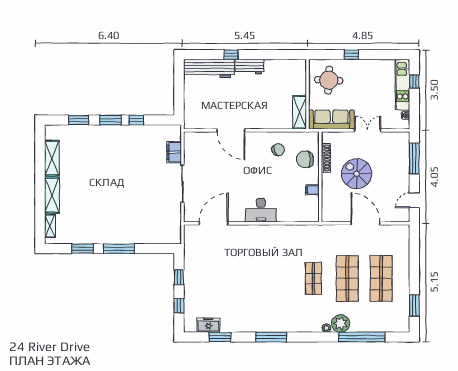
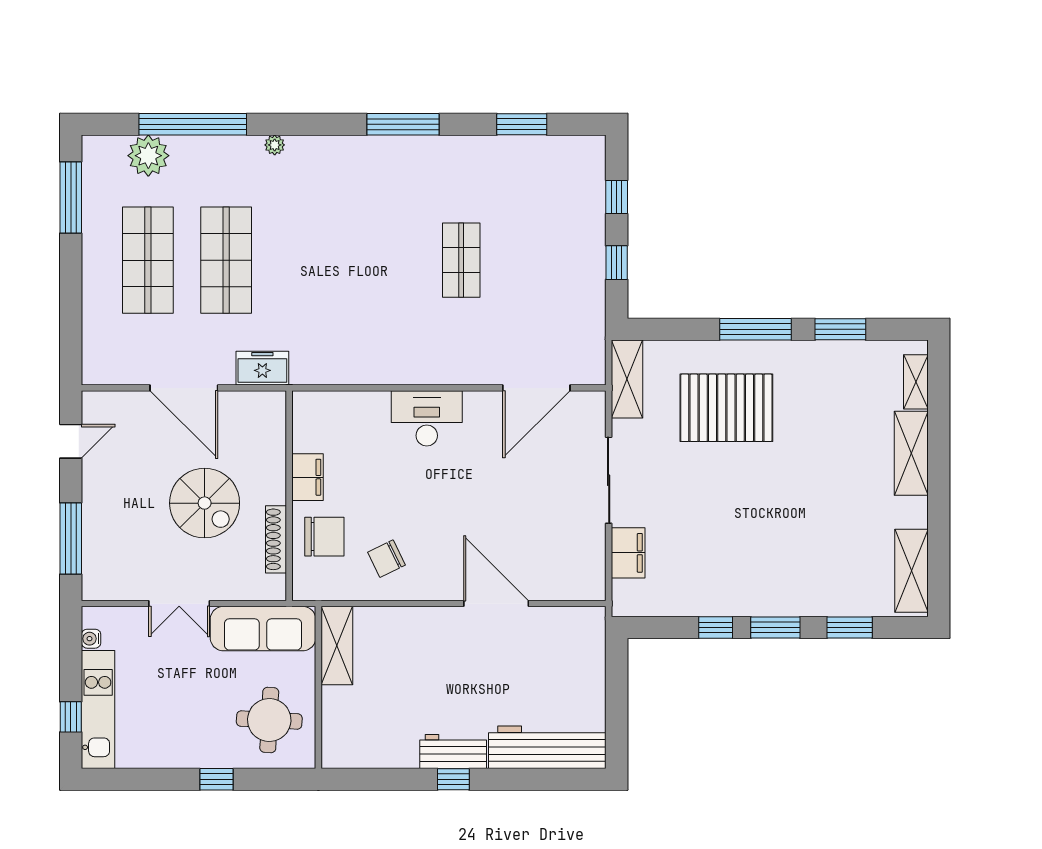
window: (231, 55) -> (453, 779), moved
shelving: (52, 158) -> (911, 571), moved
filing cabinet: (312, 190) -> (307, 477), width x2.00
pallet: (132, 215) -> (726, 408), added
shelving: (175, 227) -> (627, 379), added
shop shelf: (314, 278) -> (461, 260), moved
window: (414, 305) -> (71, 197), width x1.44
plant: (341, 323) -> (148, 156), moved
freezer: (208, 325) -> (262, 368), moved, turned 180

